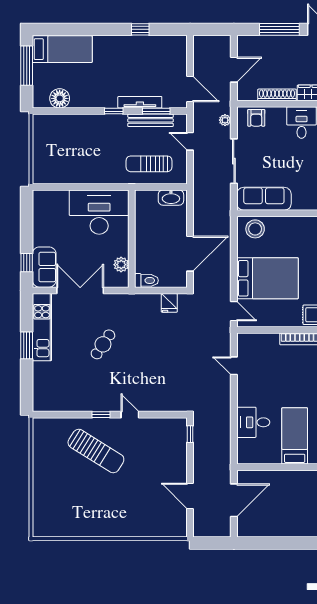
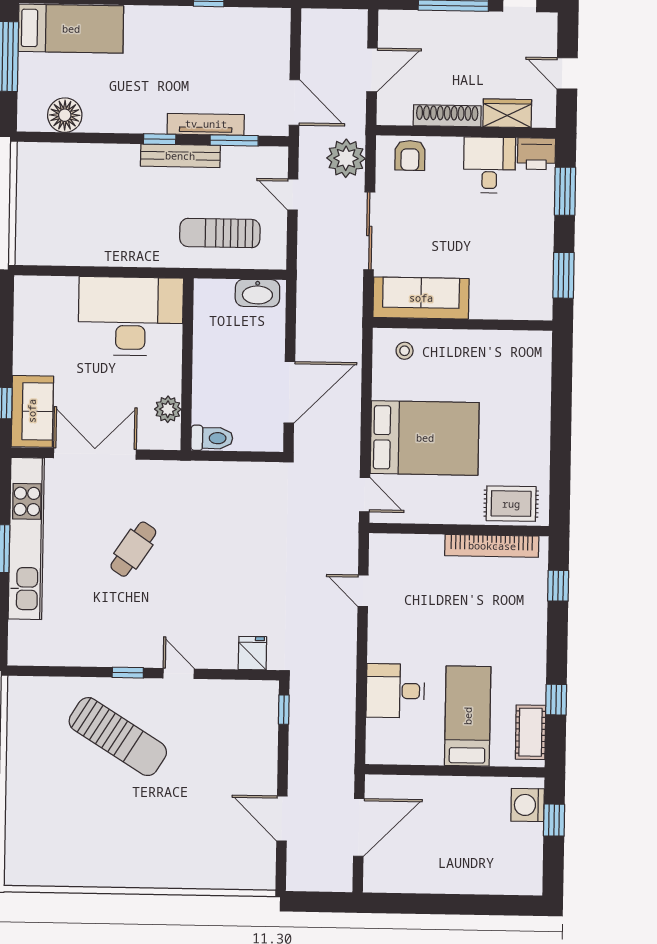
bench: (151, 120) -> (180, 156), moved
plant: (225, 120) -> (346, 158), width x1.88, depth x1.88
stool: (255, 229) -> (405, 351), width x0.53, depth x0.53
fridge: (169, 303) -> (252, 653), moved, turned 180
kitchen unit: (42, 327) -> (26, 539), width x1.36

